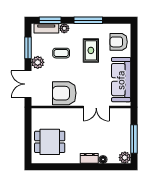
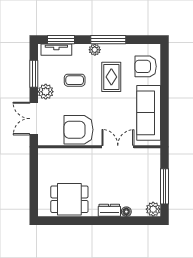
plant: (64, 28) -> (95, 50), moved
double door: (96, 107) -> (118, 147), swing flipped
dining table: (50, 142) -> (69, 199), moved

